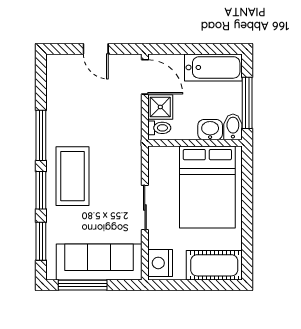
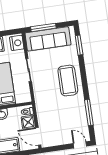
door: (96, 49) -> (80, 145), moved
window: (41, 135) -> (89, 112), moved
window: (41, 190) -> (83, 71), removed
window: (83, 285) -> (43, 27), moved

